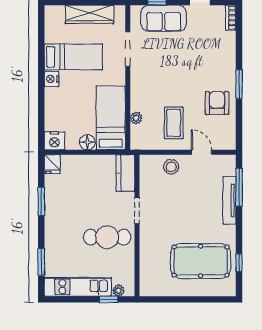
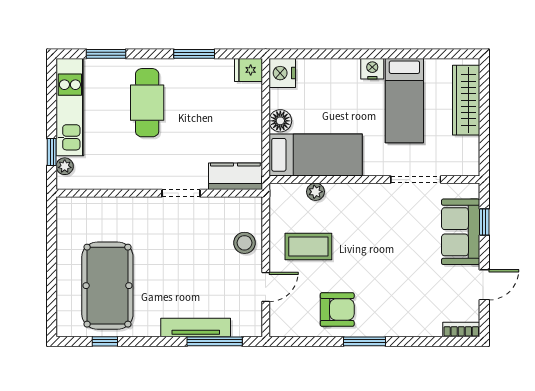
wardrobe: (90, 14) -> (466, 100), moved
cafe table: (107, 237) -> (147, 103), moved

